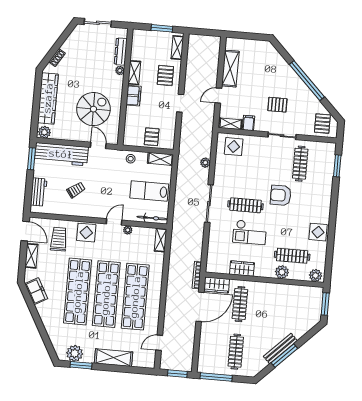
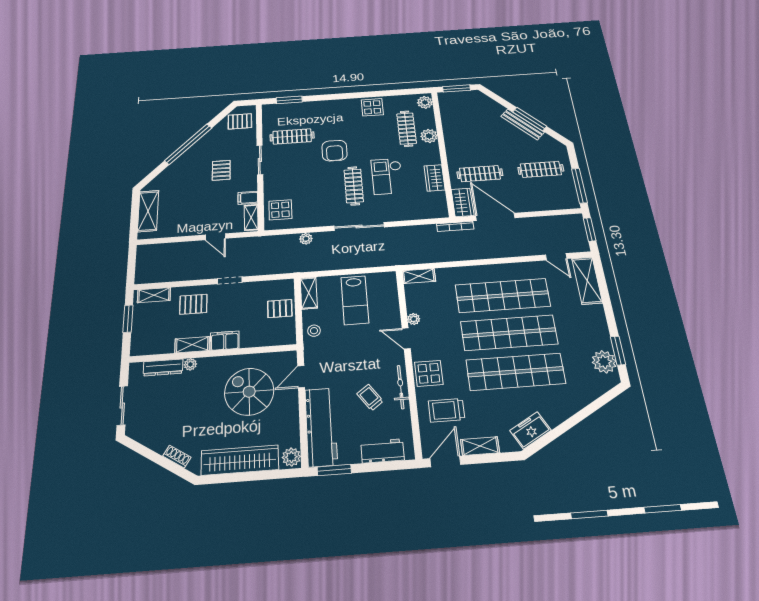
shelving: (230, 69) -> (148, 211), moved, turned 90
bicycle: (152, 218) -> (401, 387), moved
checkout: (250, 232) -> (387, 176), turned 180
shelving: (113, 358) -> (587, 280), moved

